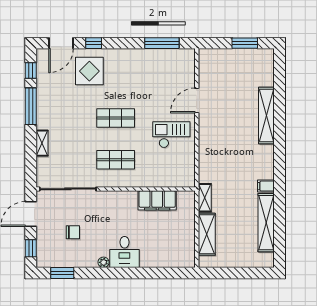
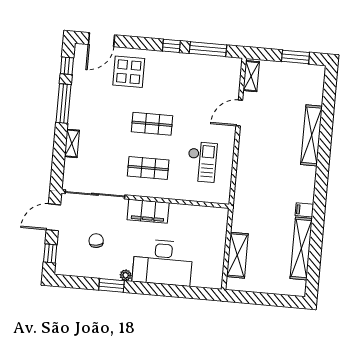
window: (94, 43) -> (171, 46), moved
checkout: (171, 135) -> (202, 162), moved, turned 90
shelving: (205, 198) -> (251, 76), moved
filing cabinet: (157, 200) -> (148, 211), moved
chair: (73, 232) -> (96, 241), turned -100
desk: (124, 252) -> (163, 262), width x1.87, depth x1.30
window: (62, 273) -> (112, 285), moved

